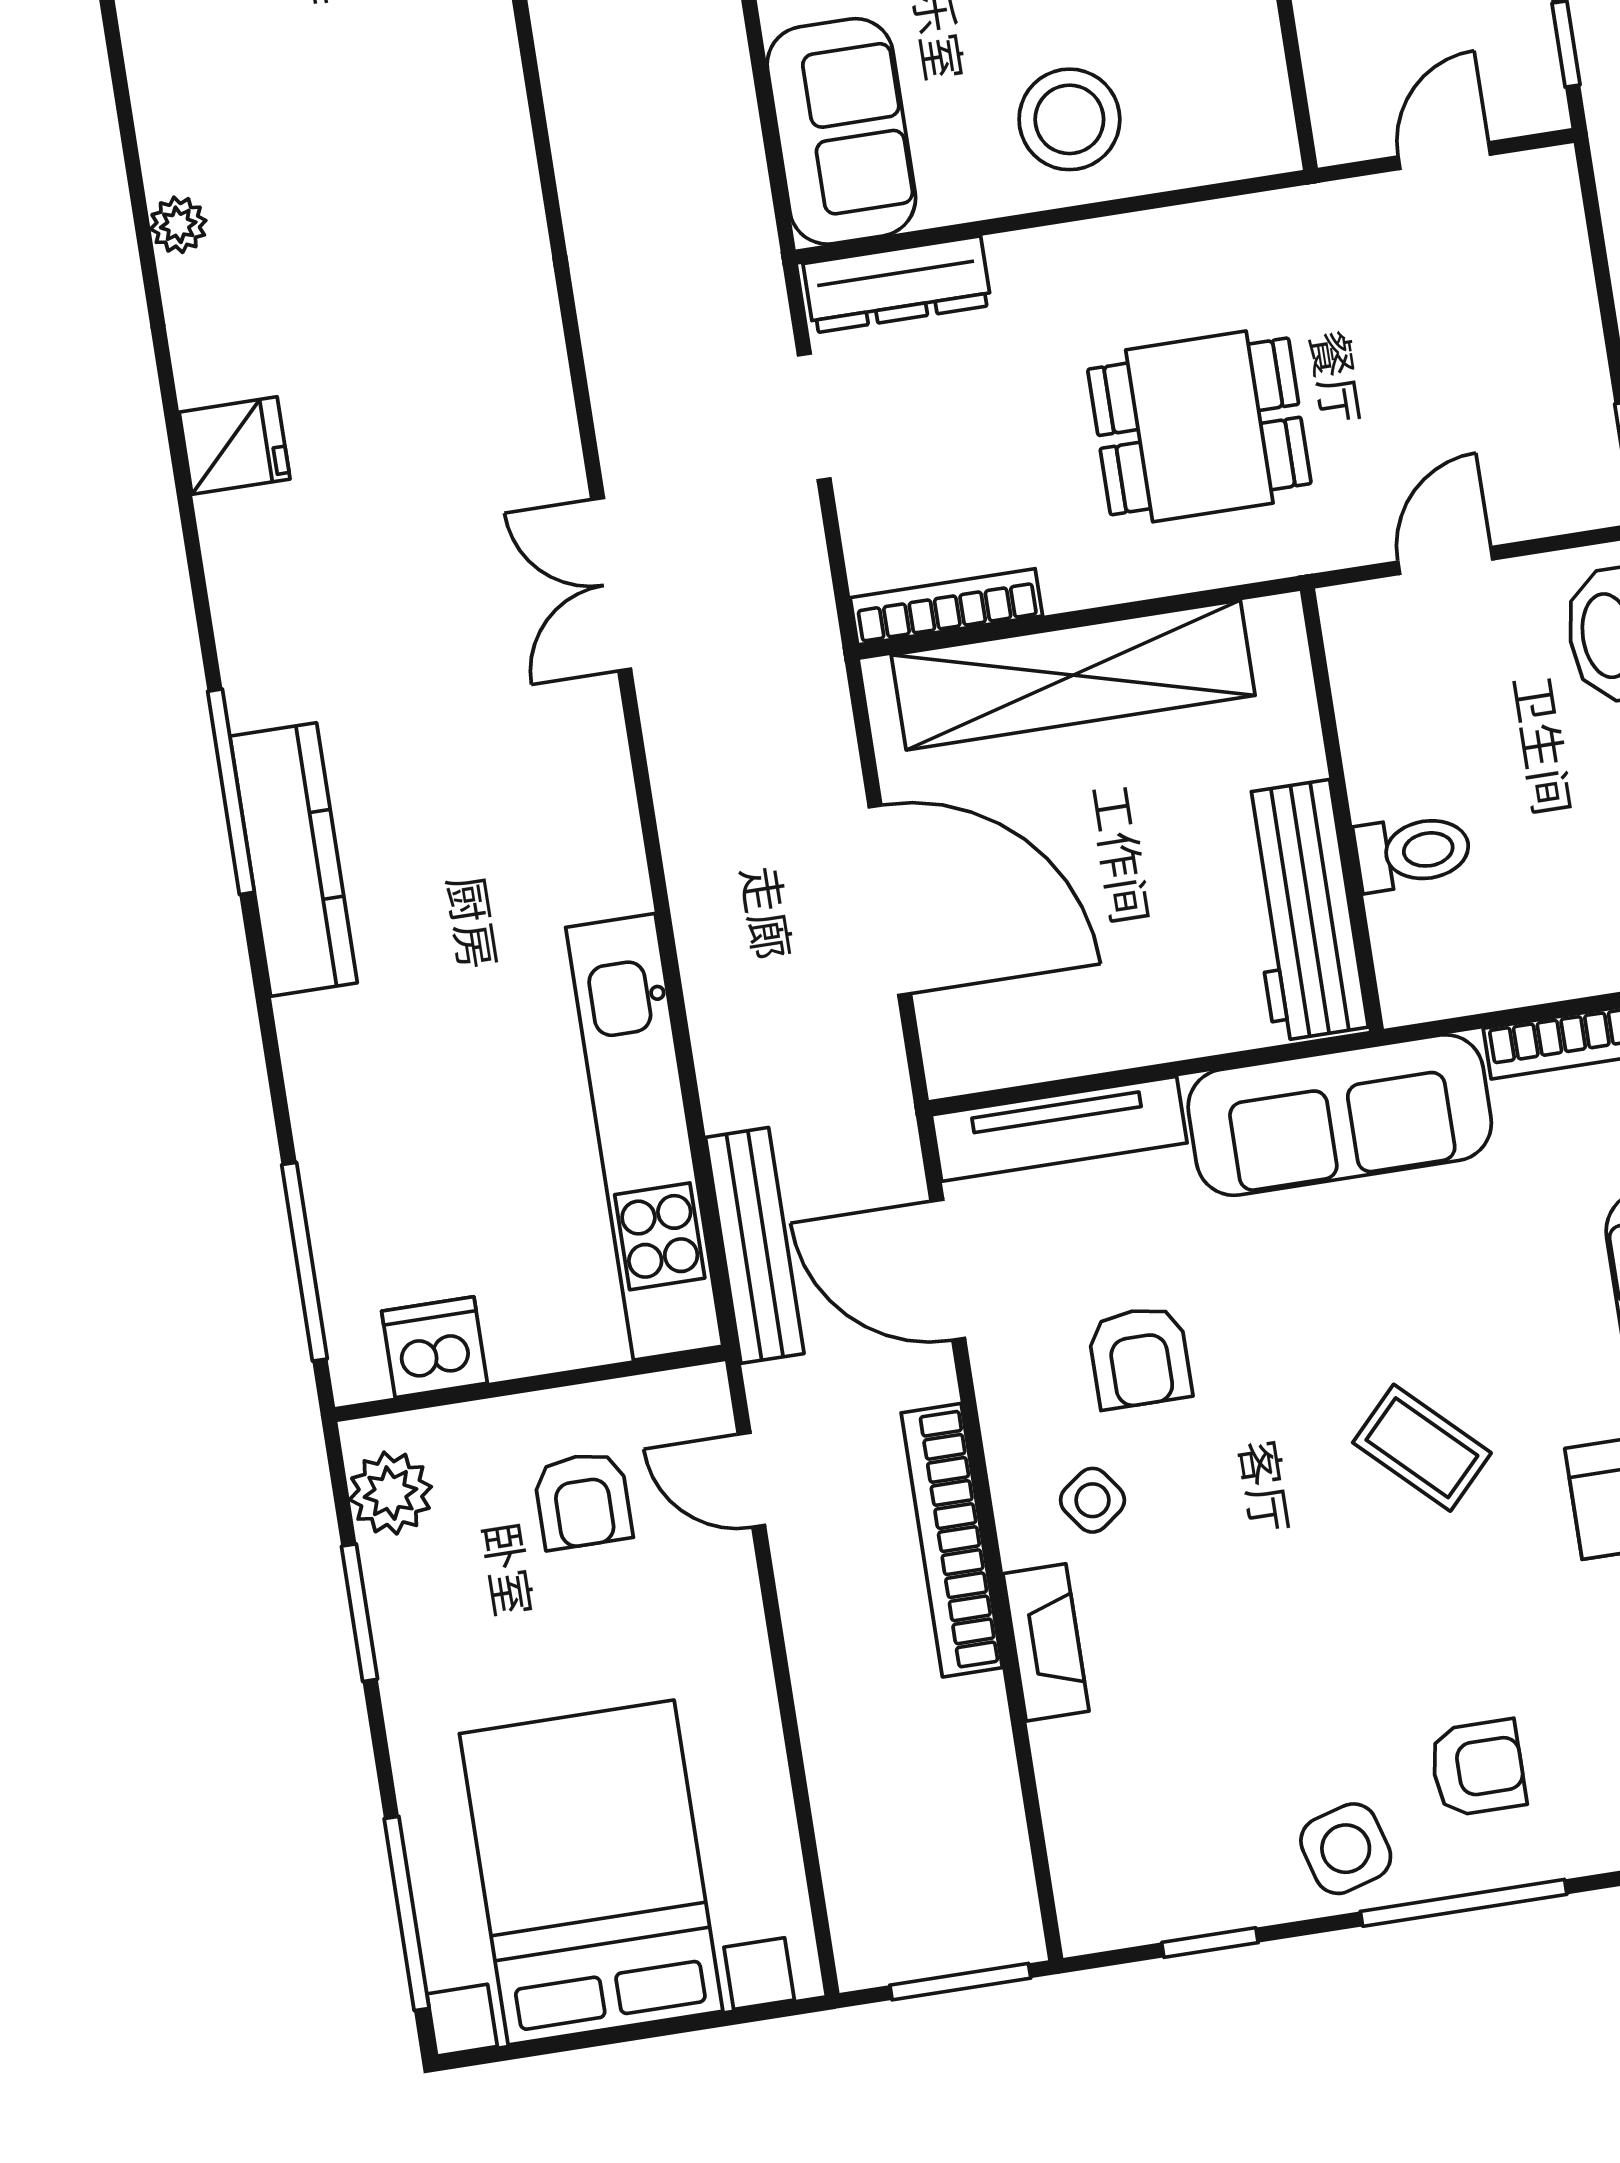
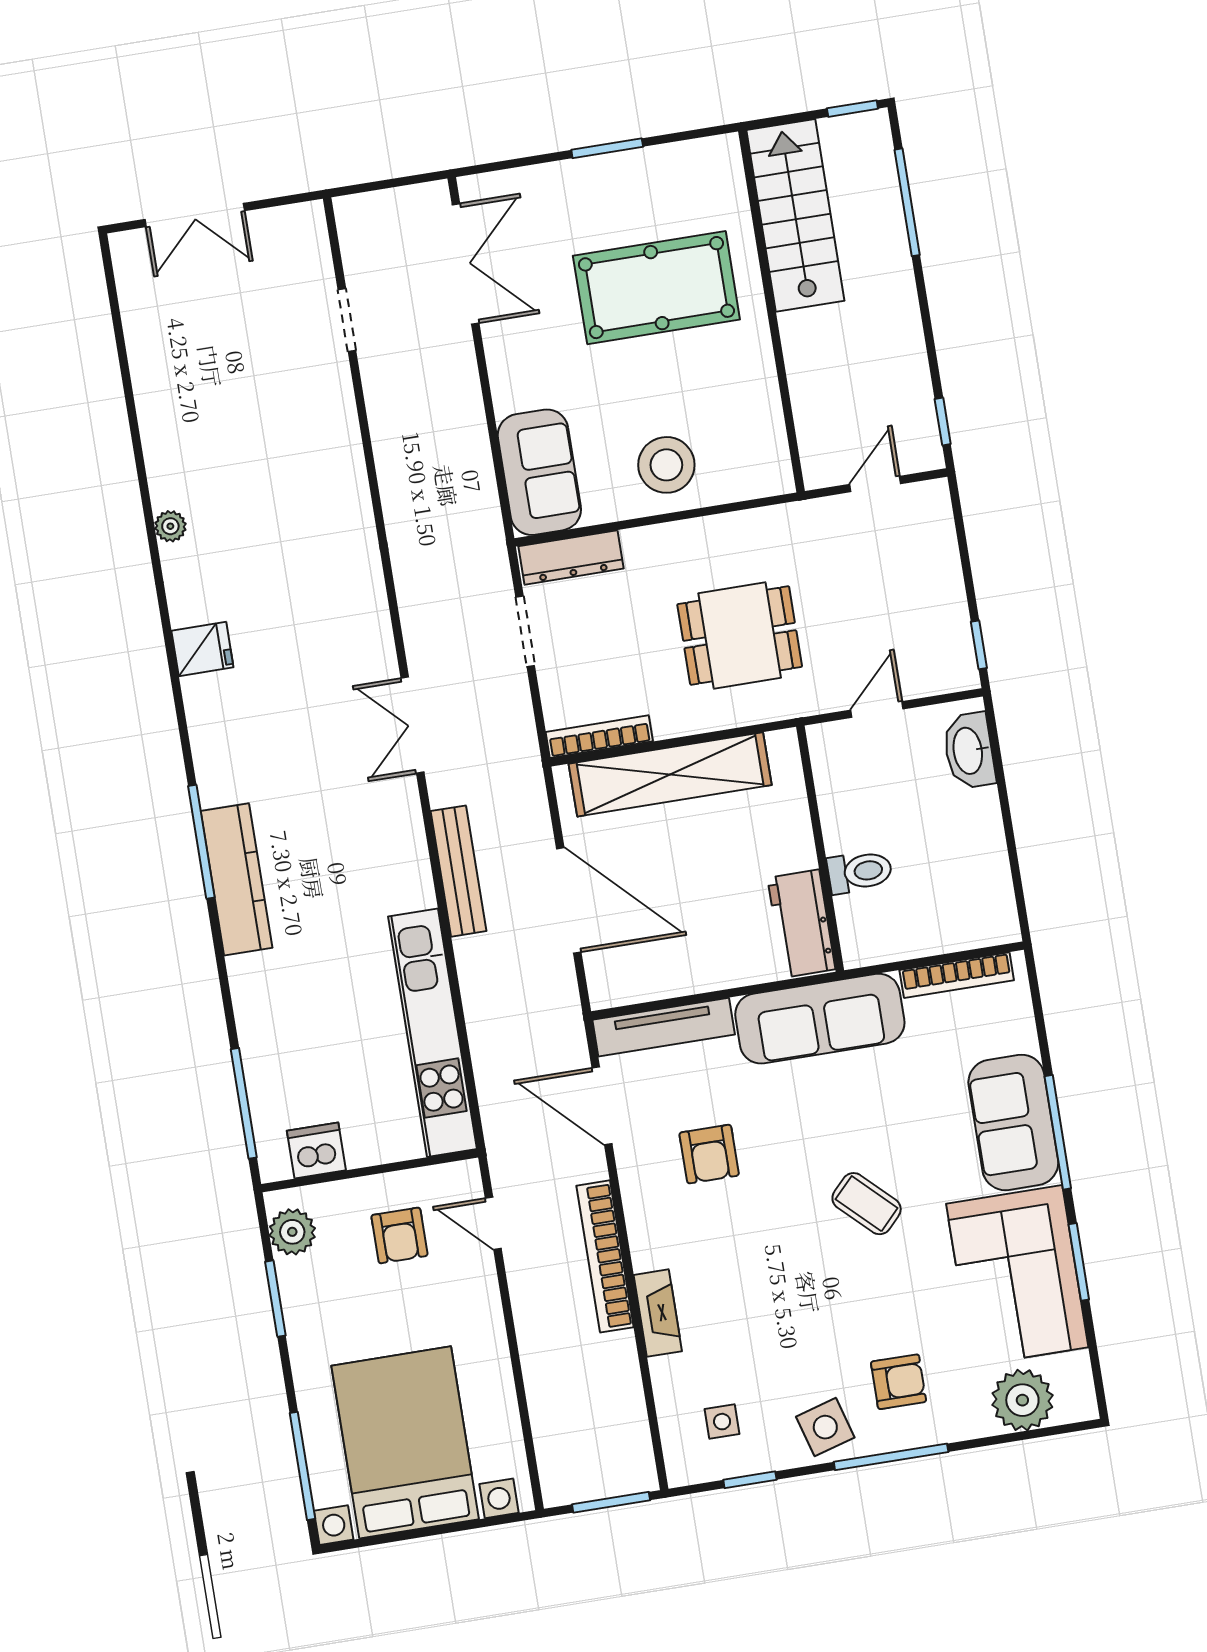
workbench: (1302, 910) -> (801, 924), width x0.73
bench: (755, 1245) -> (458, 871), moved
side table: (1092, 1500) -> (722, 1422), moved, turned 36

